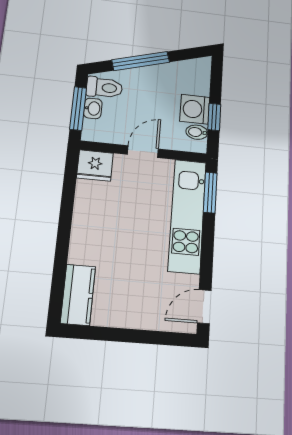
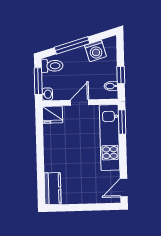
washbasin: (93, 108) -> (47, 94), moved
washing machine: (195, 109) -> (95, 51), moved, turned -106

